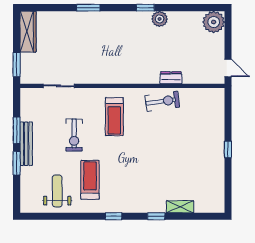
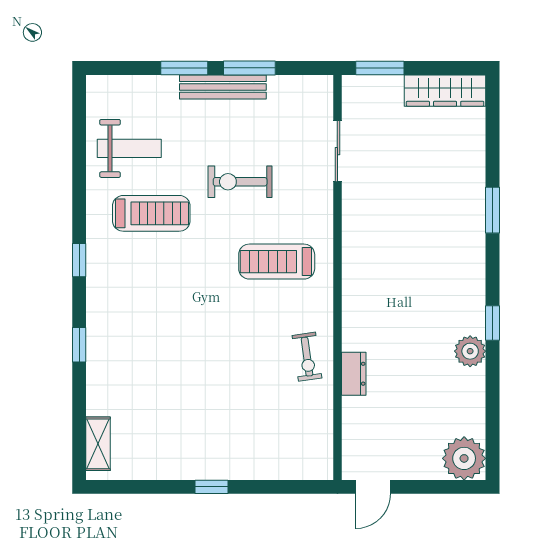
exercise bike: (162, 101) -> (307, 357), width x0.73, depth x0.72
shelving: (180, 207) -> (98, 444), moved

